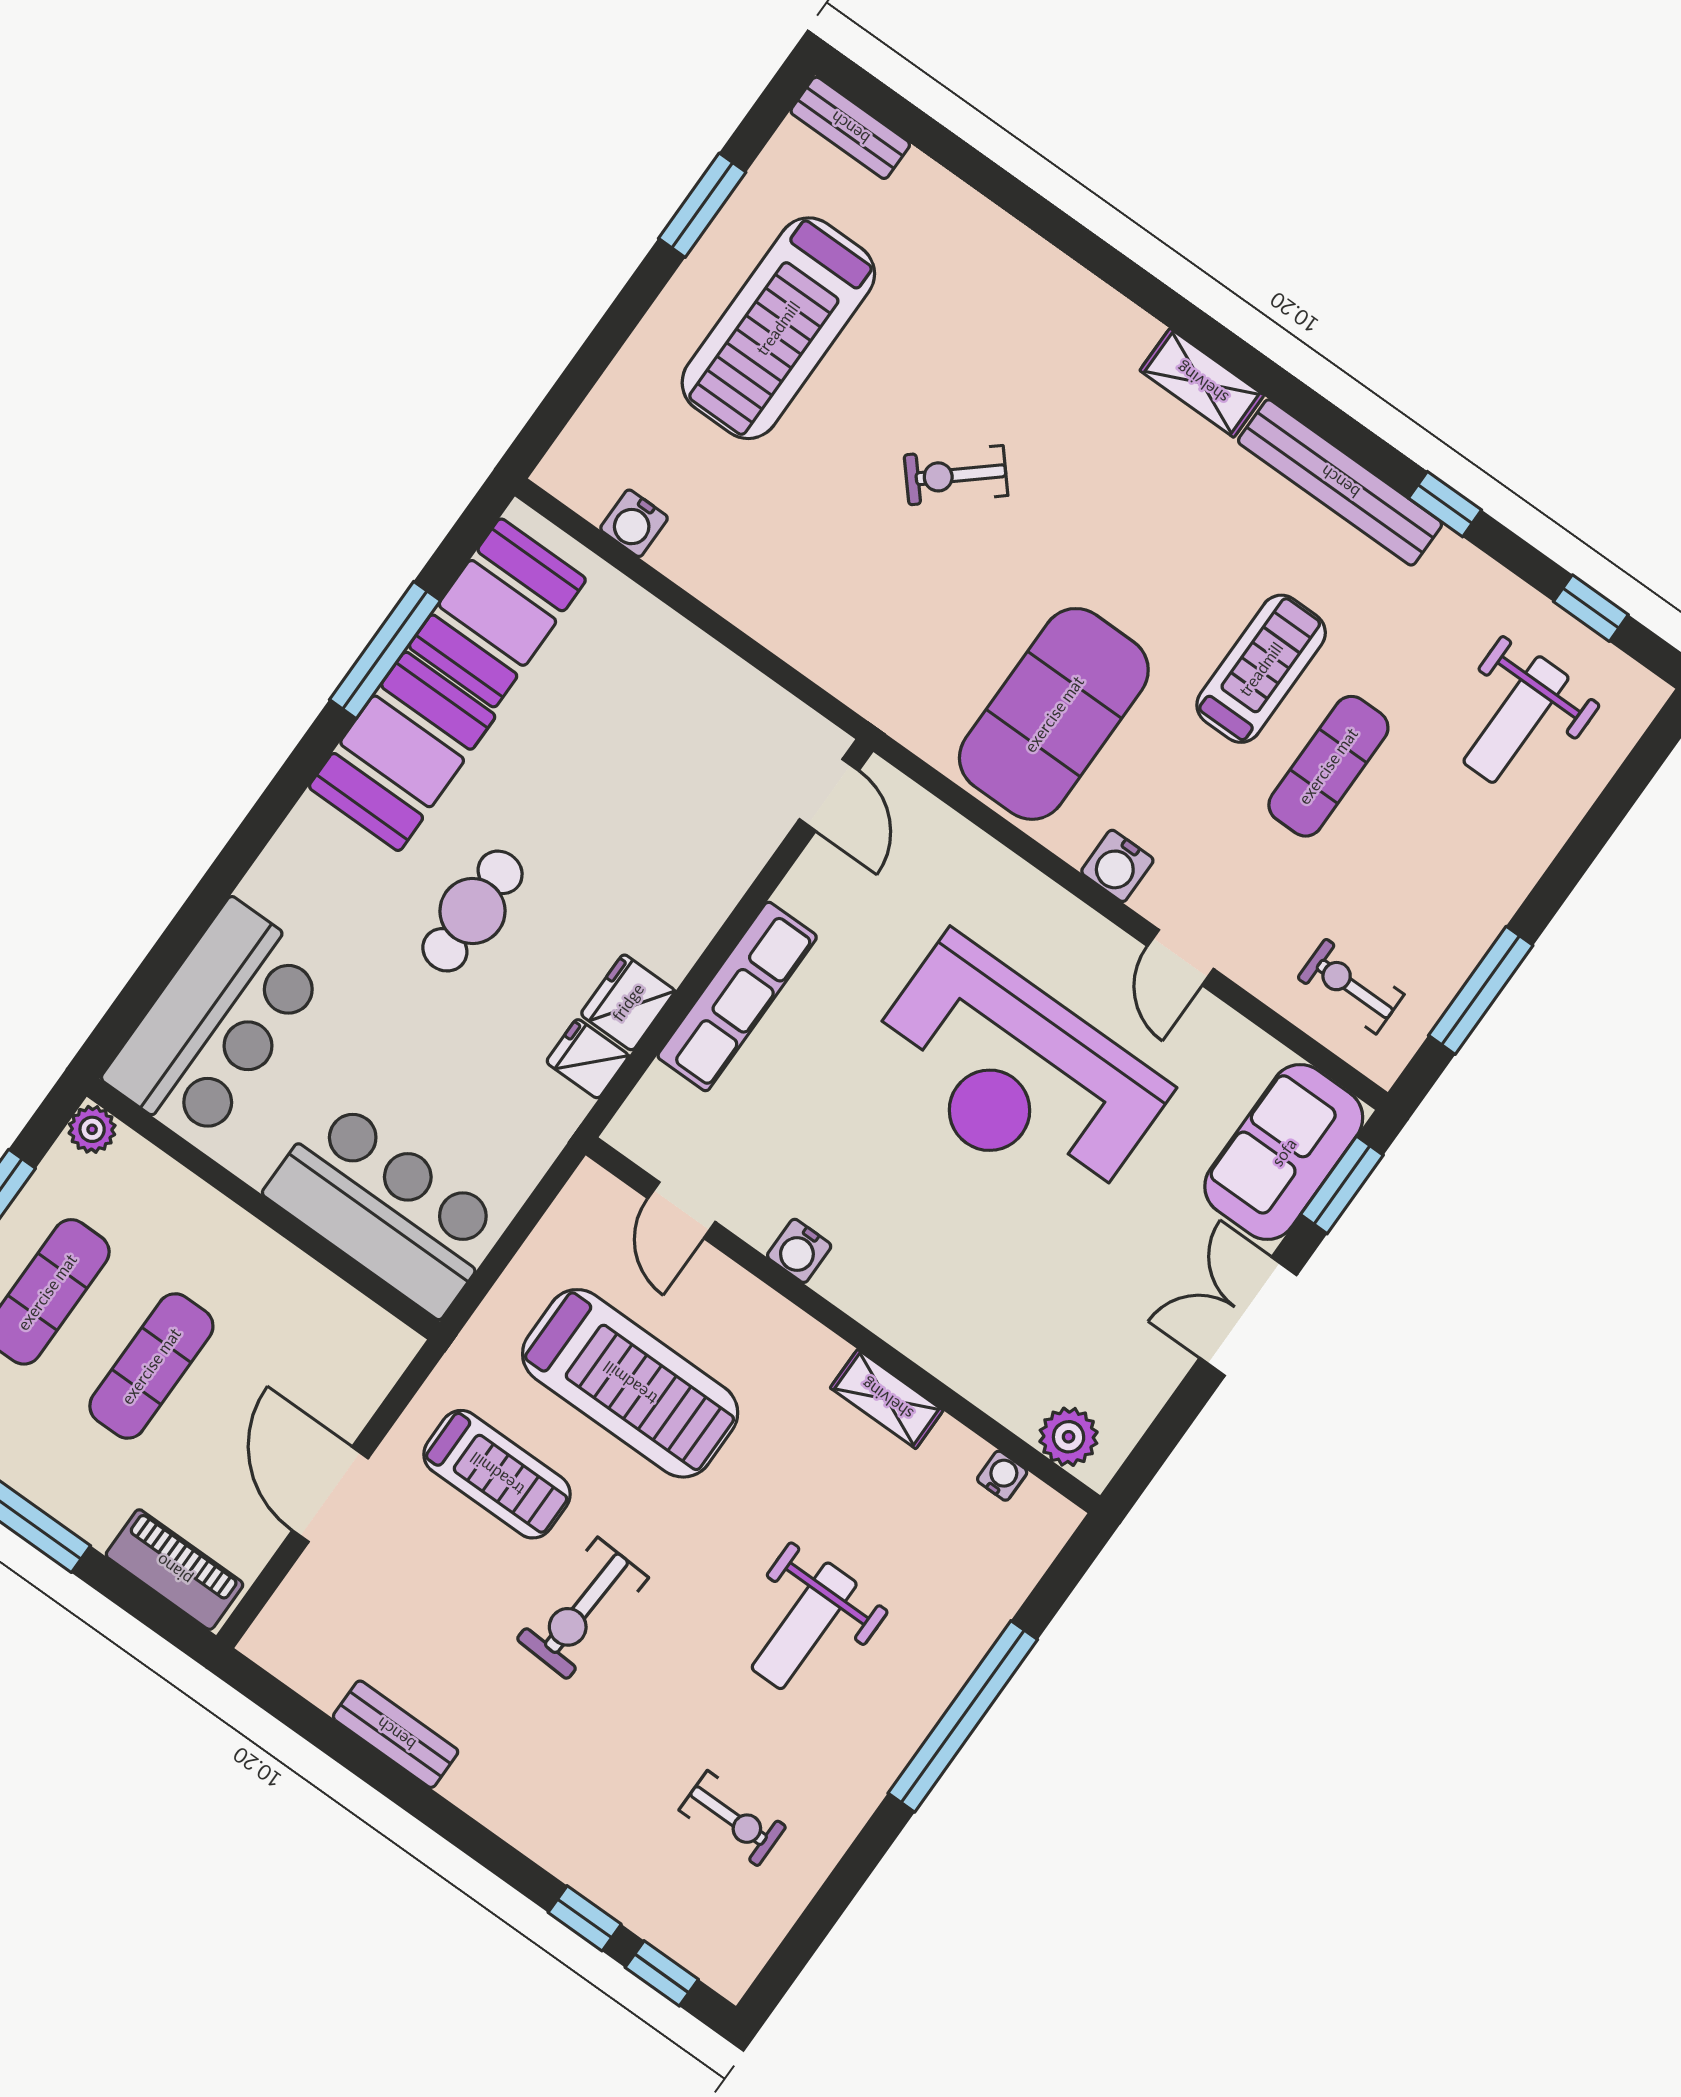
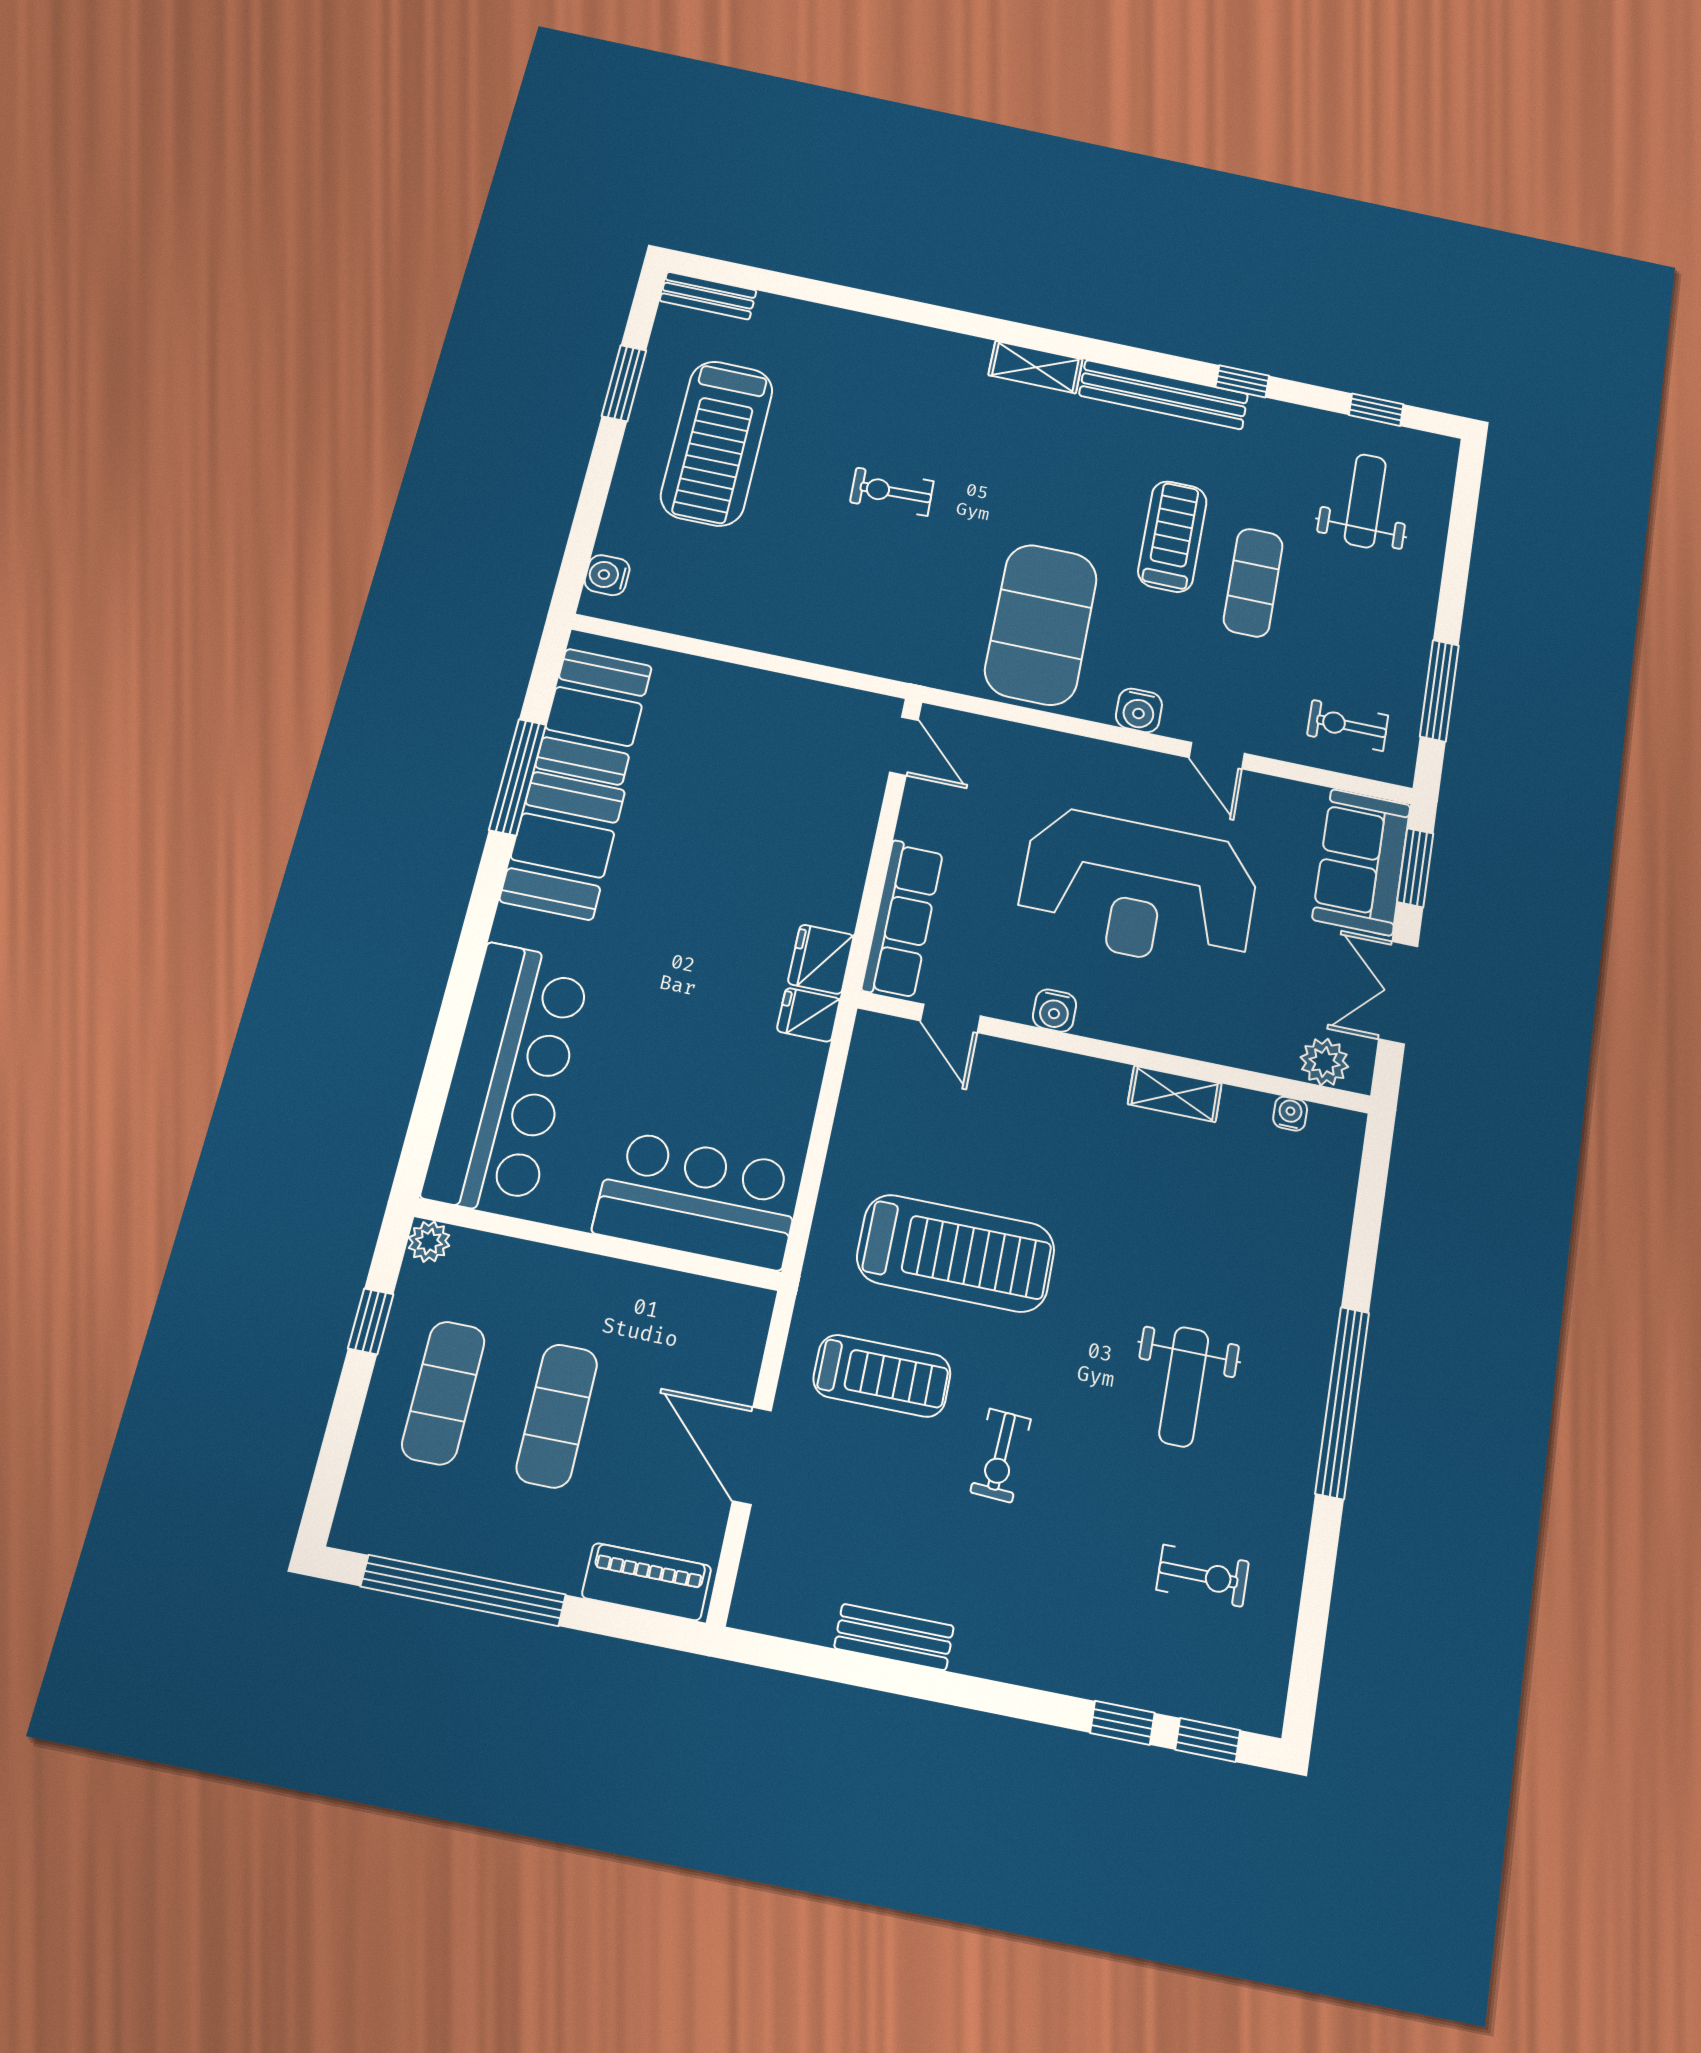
exercise bike: (956, 475) -> (892, 492), turned 39
water cooler: (634, 523) -> (607, 575), moved, turned 90
weight bench: (1516, 720) -> (1365, 501), turned 180
cafe table: (472, 911) -> (669, 941), removed
bar counter: (216, 1023) -> (508, 1078), width x1.36
door: (682, 1210) -> (950, 1018), moved
water cooler: (799, 1251) -> (1055, 1011), moved
wall: (843, 1325) -> (1115, 1052), moved
shelving: (887, 1399) -> (1175, 1094), moved
plant: (1069, 1437) -> (1324, 1062), moved
water cooler: (1002, 1476) -> (1290, 1114), moved
exercise bike: (582, 1608) -> (1001, 1456), width x0.73, depth x0.72

